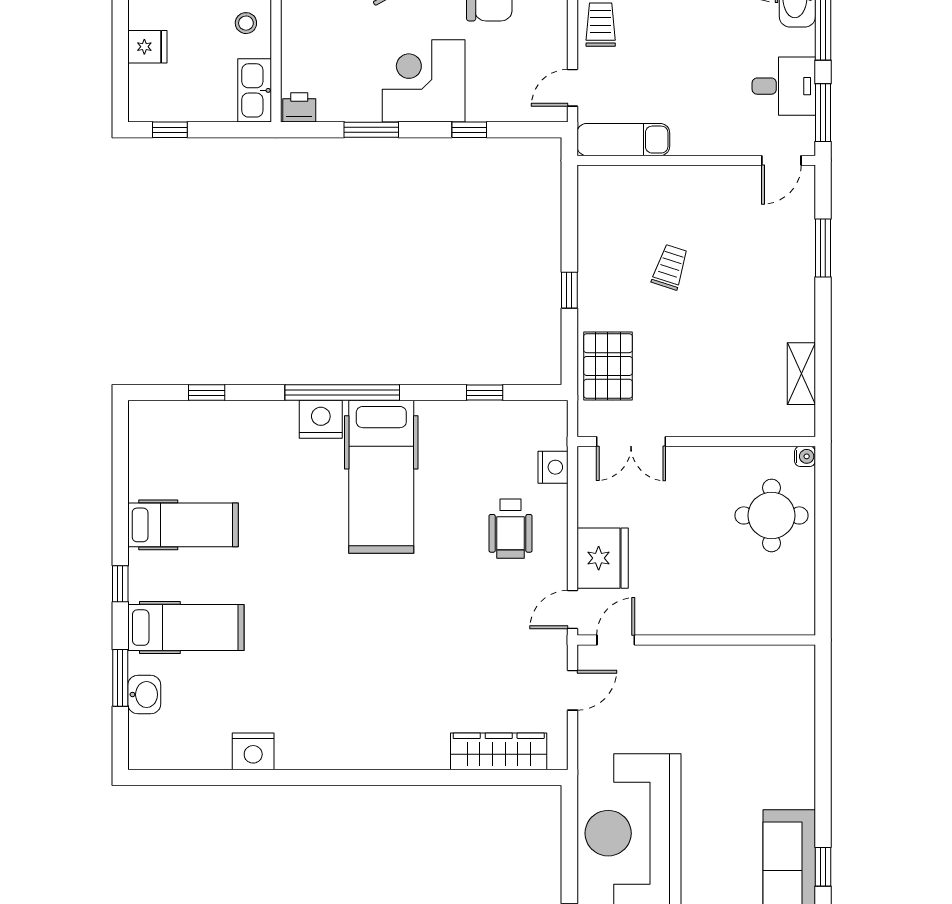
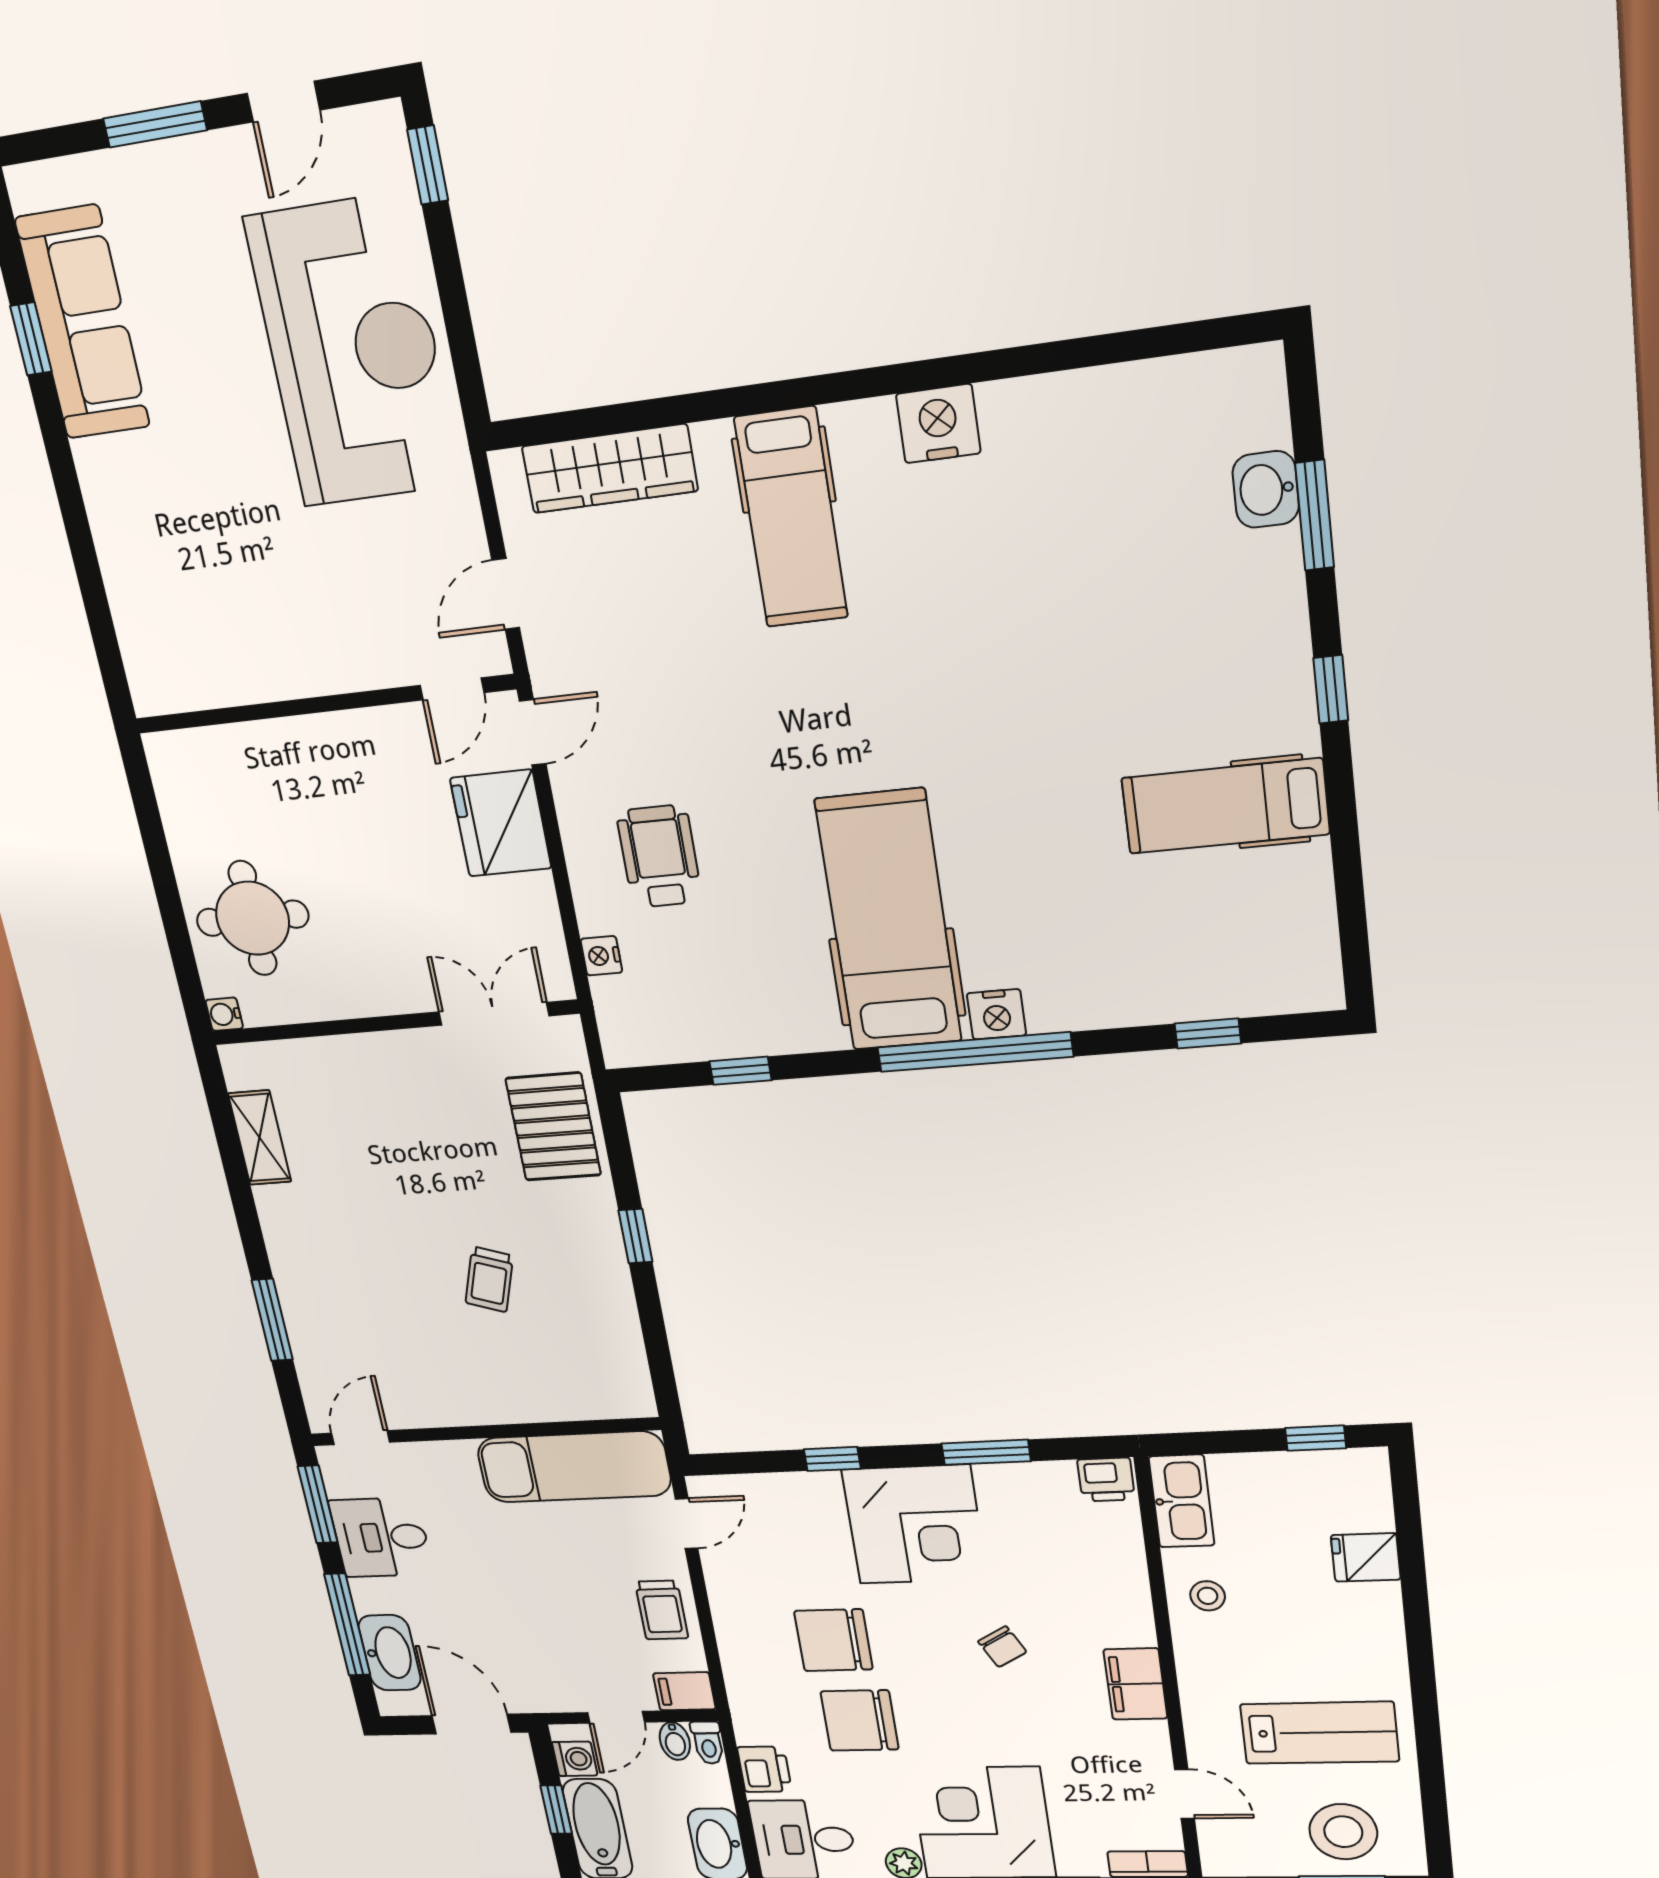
exam couch: (623, 140) -> (574, 1467), width x1.36, depth x1.45
nightstand: (321, 419) -> (996, 1014), width x0.74, depth x0.75
nightstand: (553, 467) -> (601, 956), width x0.72, depth x0.74
hospital bed: (186, 628) -> (791, 518), moved, turned -90
nightstand: (253, 751) -> (938, 424), moved

